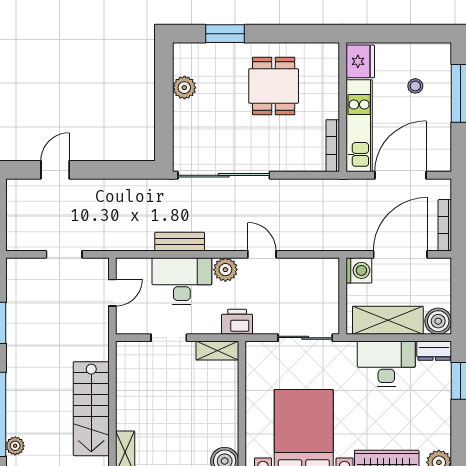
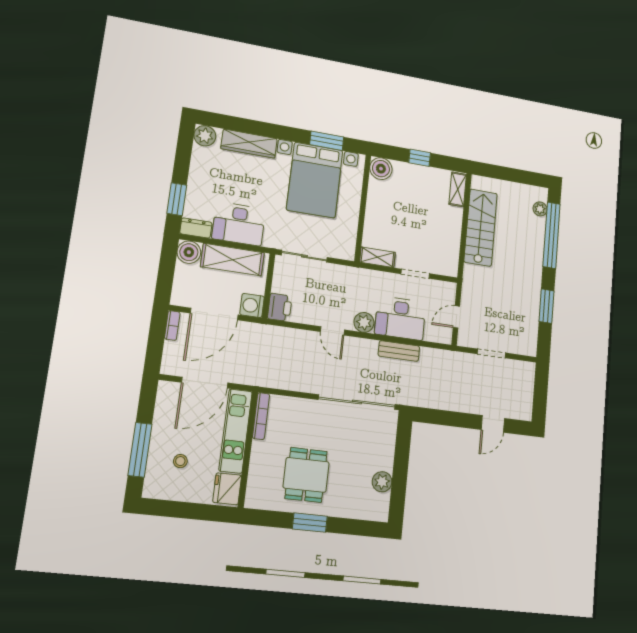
window: (225, 34) -> (310, 523), moved
bookcase: (445, 225) -> (172, 326), width x0.64
printer: (237, 322) -> (280, 307), moved, turned -90

